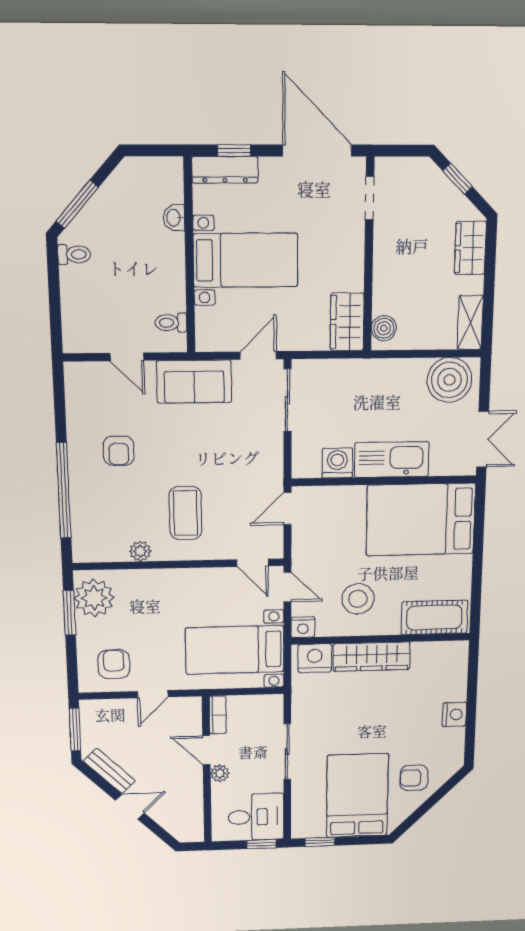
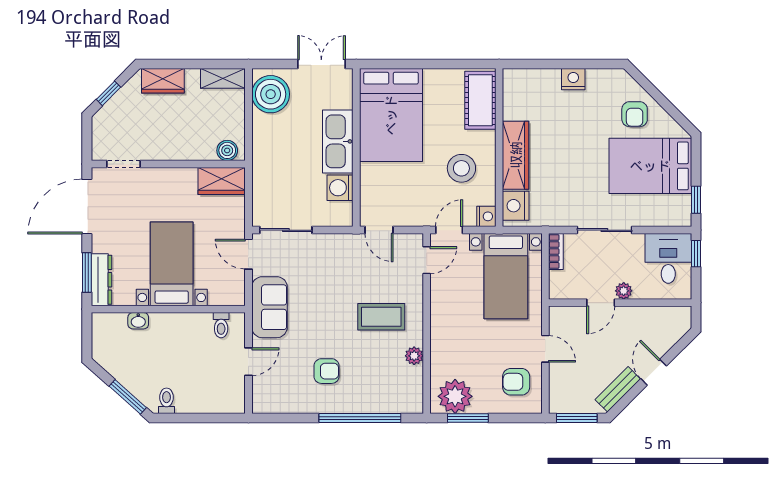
window: (234, 150) -> (87, 272), width x1.50
bookcase: (218, 715) -> (556, 251), moved, turned 90

